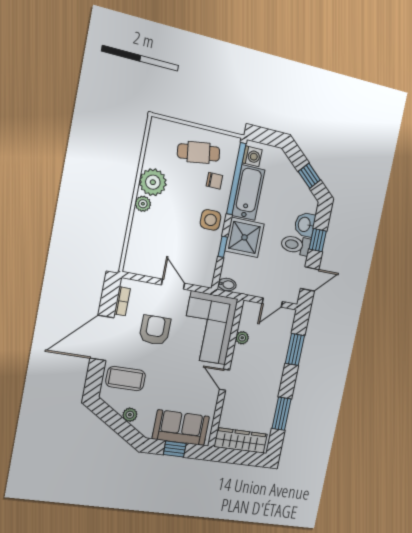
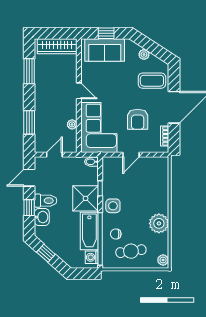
plant: (143, 204) -> (163, 260), moved
door: (173, 284) -> (131, 155), hinge flipped

